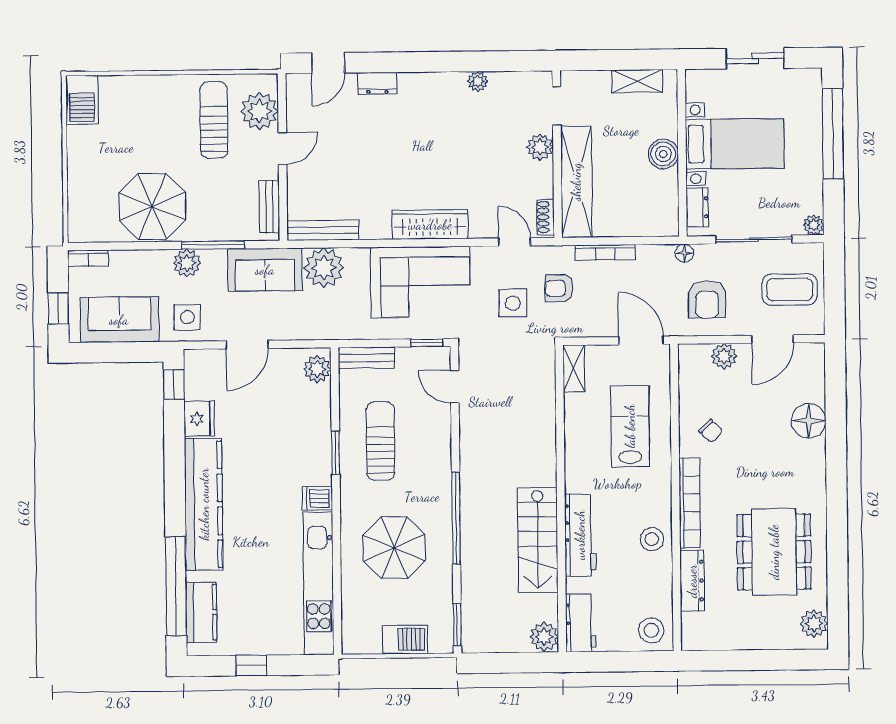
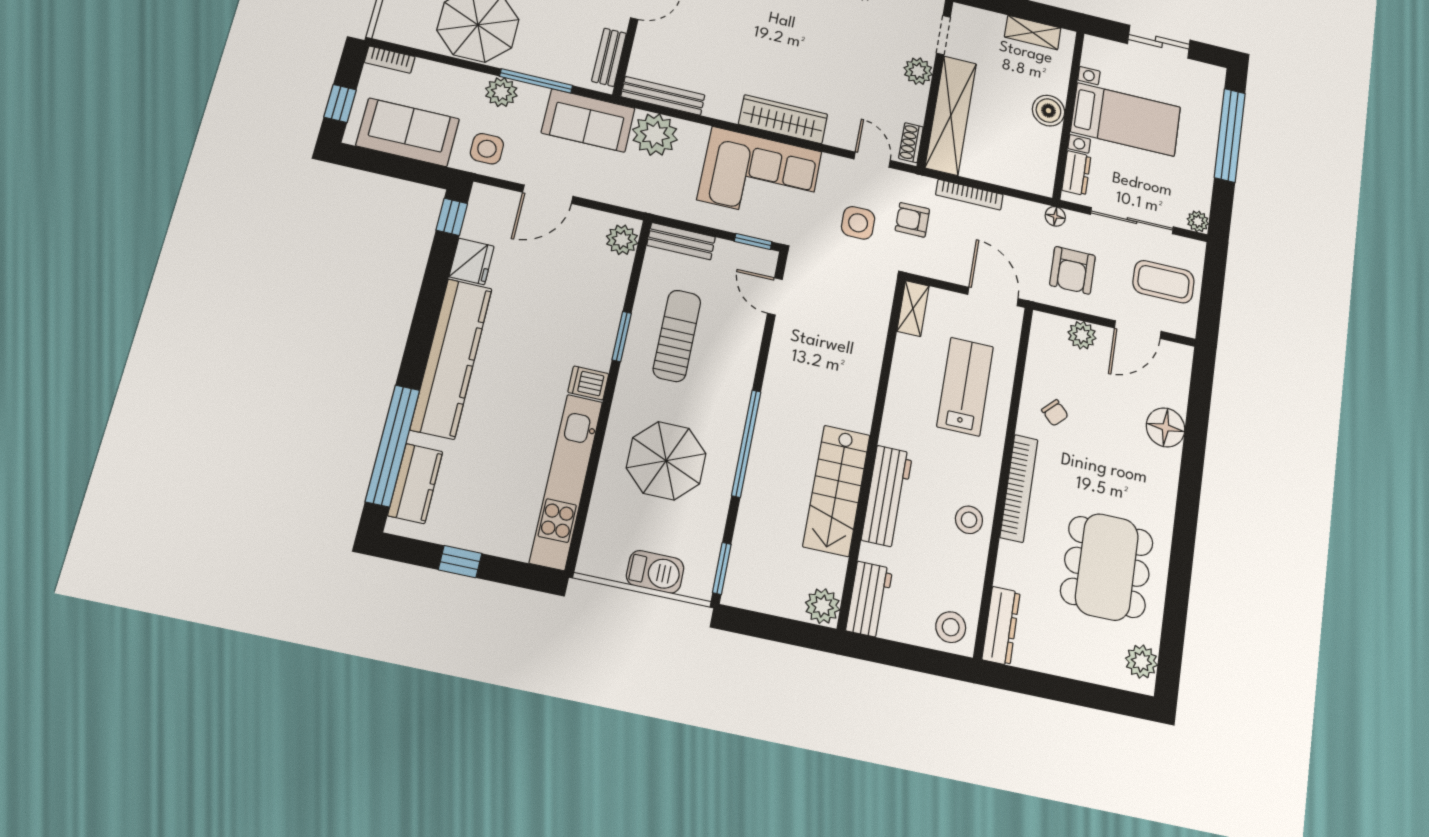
dresser: (692, 581) -> (1001, 626), moved

